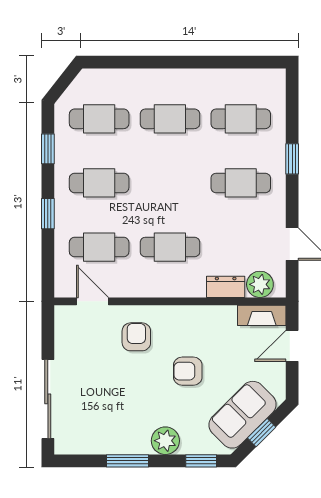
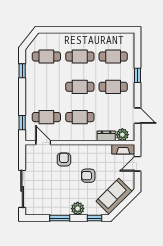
cafe table: (99, 183) -> (80, 87), moved
window: (48, 214) -> (22, 123), moved
window: (262, 433) -> (123, 205), removed

